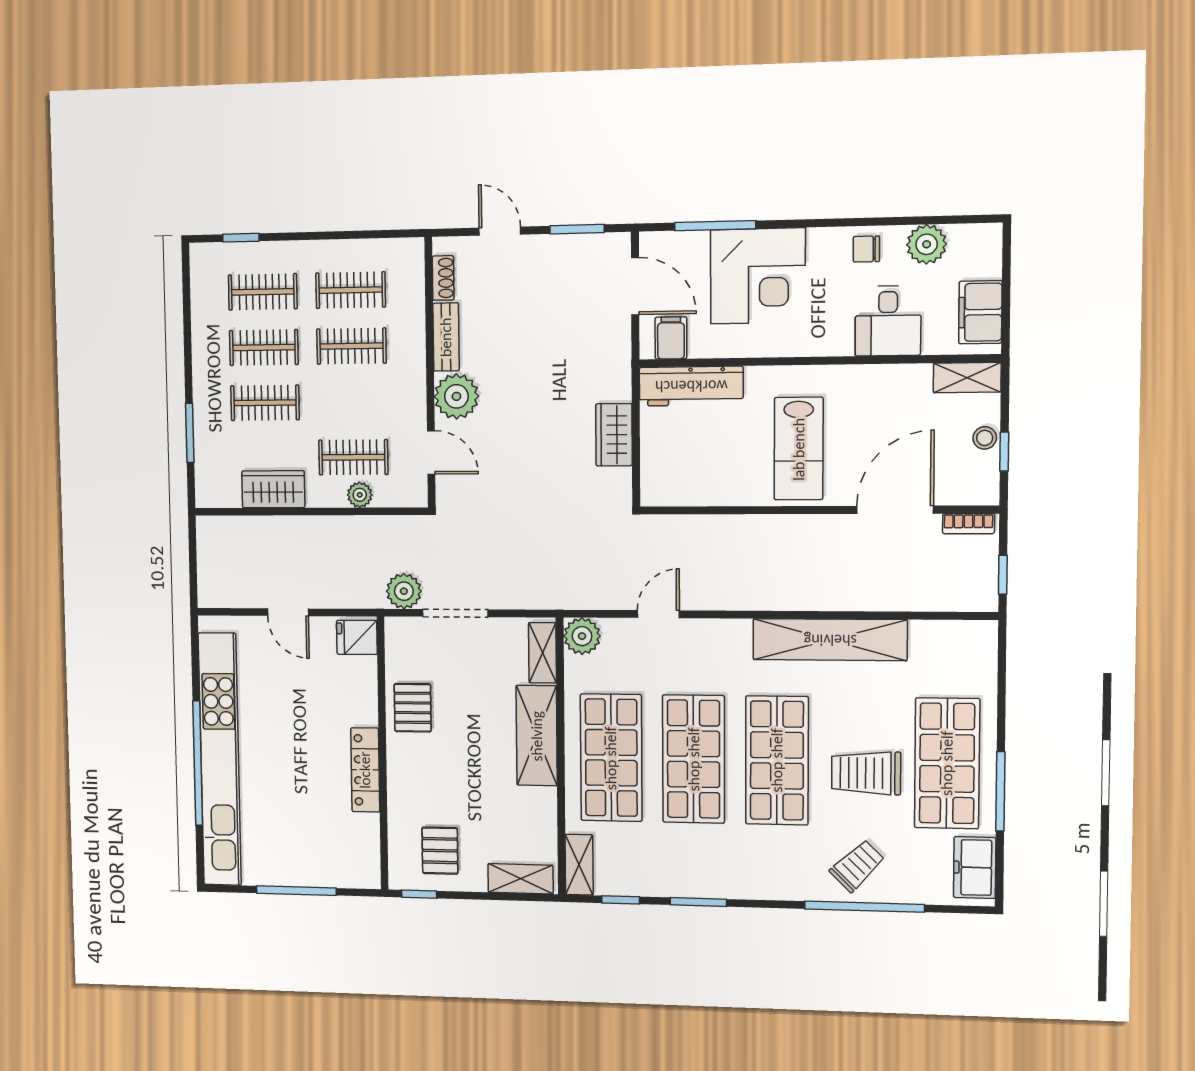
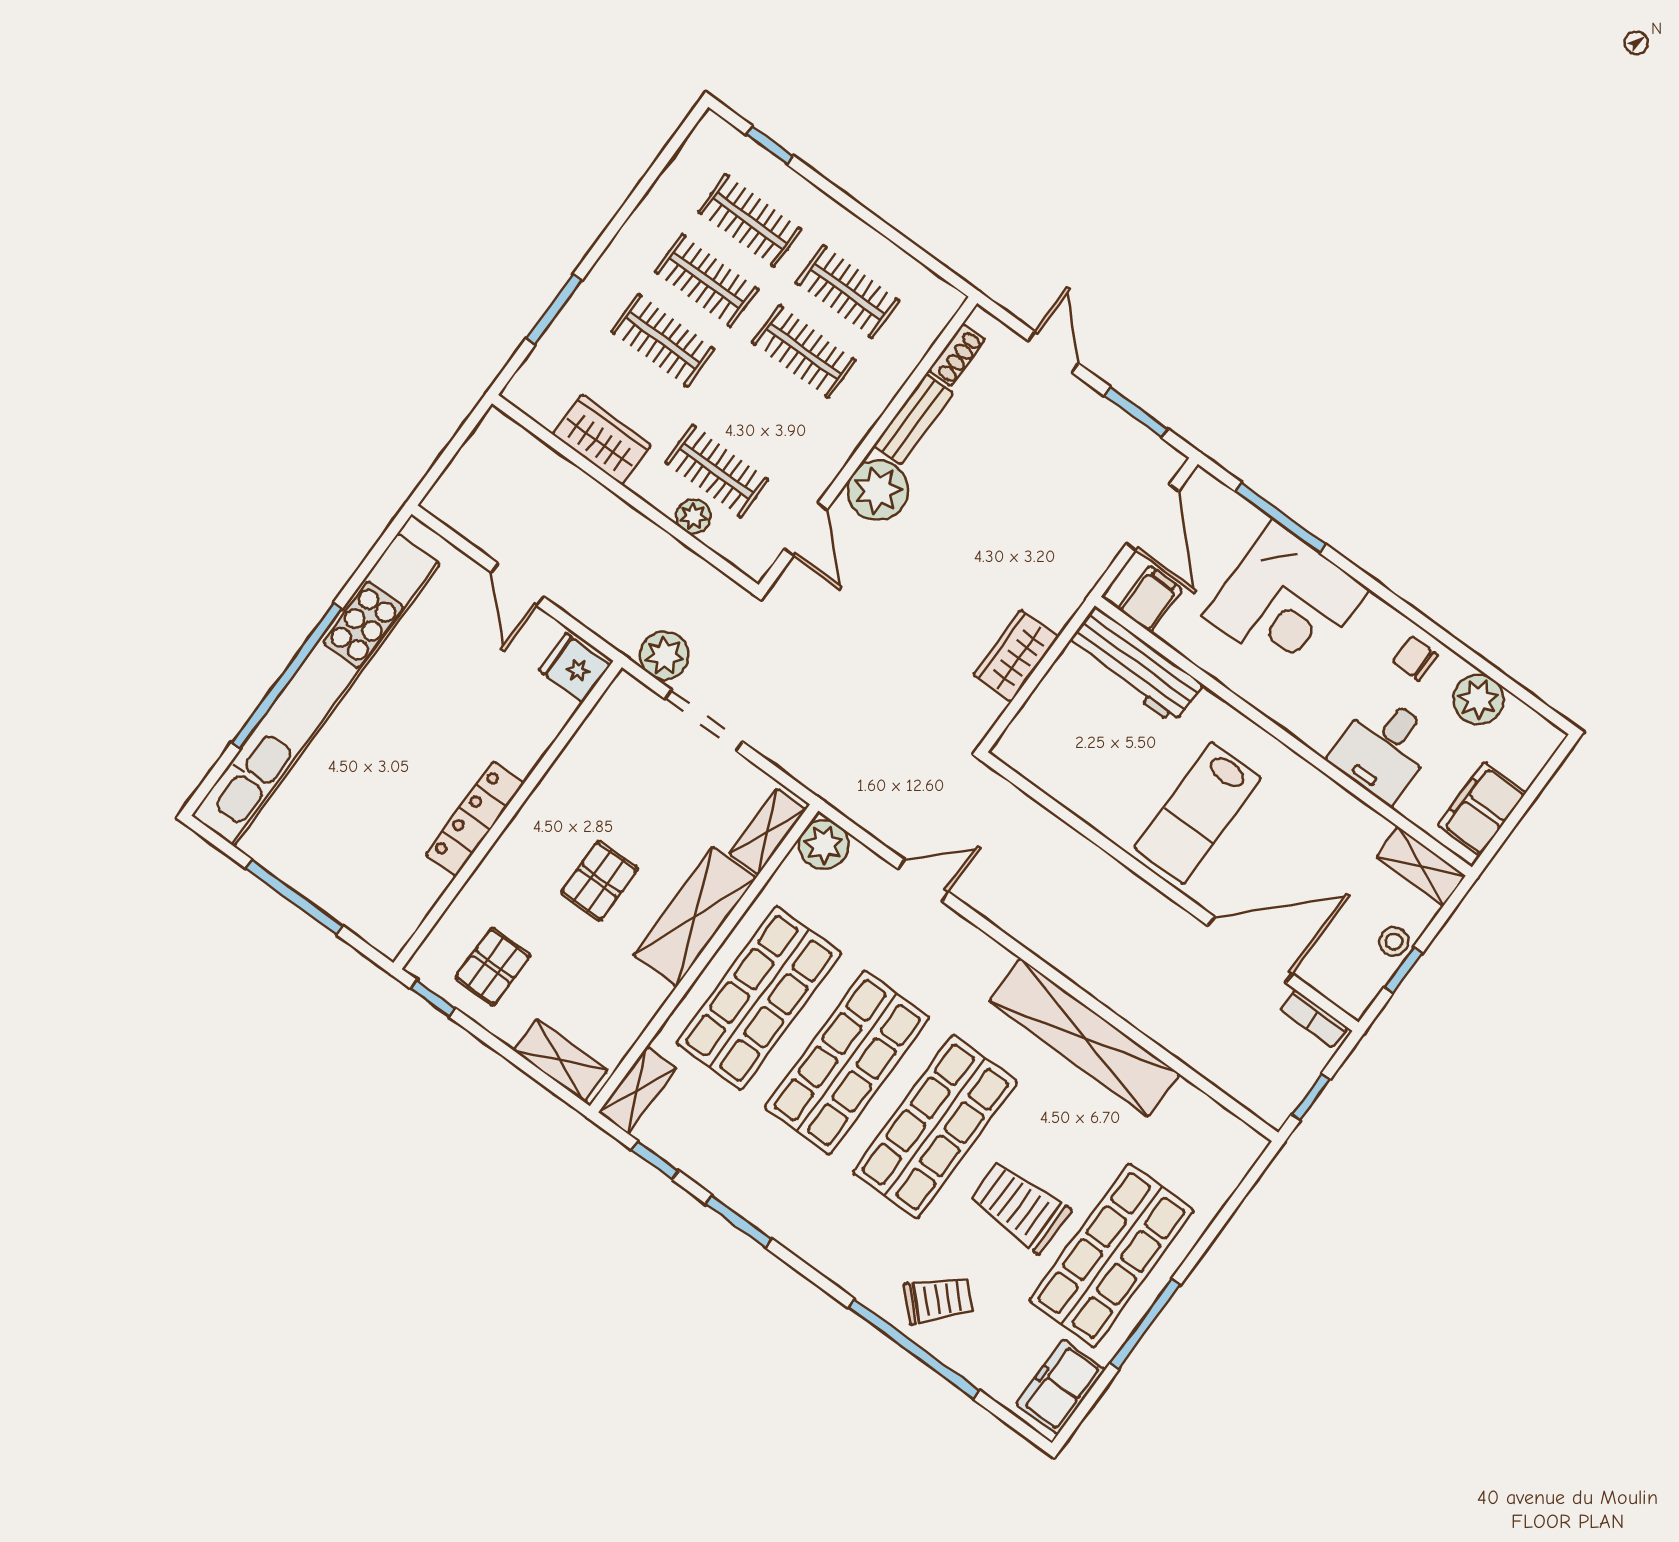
pallet: (413, 708) -> (599, 881), moved

